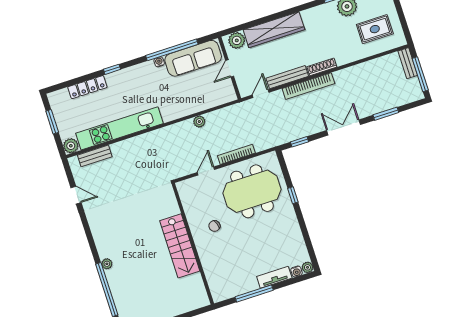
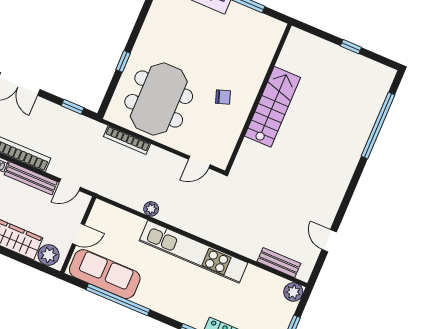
water cooler: (159, 62) -> (140, 299), removed
kitchen unit: (120, 128) -> (194, 252), moved
bookcase: (236, 154) -> (127, 140), moved
door: (206, 171) -> (199, 162), moved
meeting table: (252, 191) -> (159, 99), turned 90
plant: (107, 264) -> (357, 150), removed

